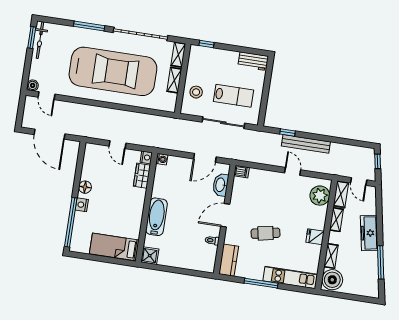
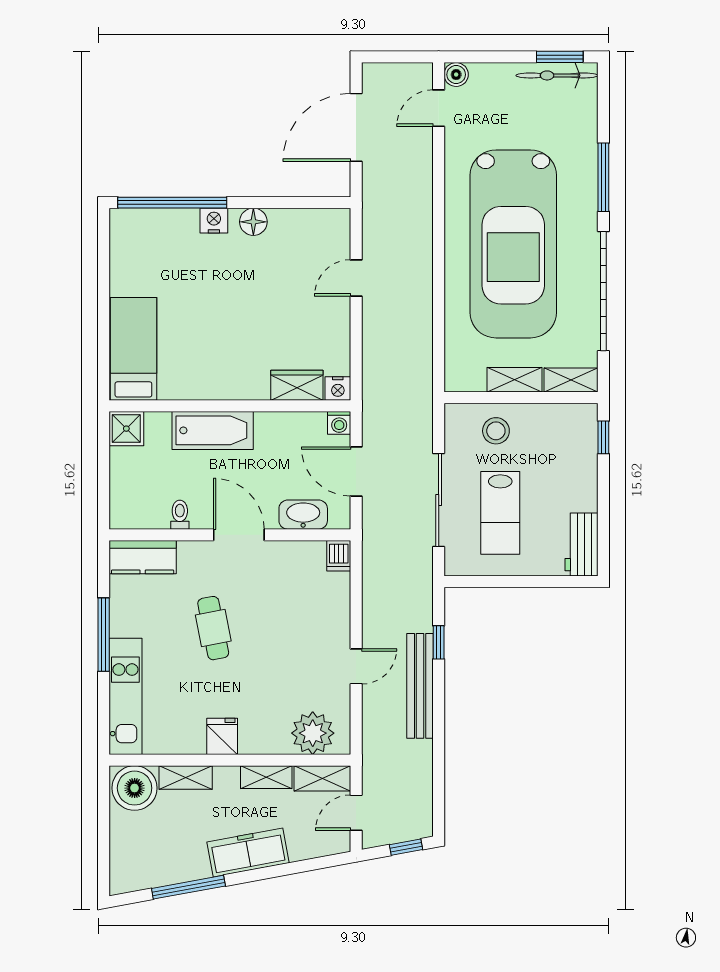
nightstand: (146, 157) -> (338, 388), moved
washing machine: (162, 159) -> (339, 423), moved
wardrobe: (142, 176) -> (297, 385), moved
wall: (147, 207) -> (230, 406), moved
bathtub: (156, 217) -> (213, 430), moved
bed: (114, 247) -> (133, 349), moved
shower: (150, 256) -> (126, 429), moved

